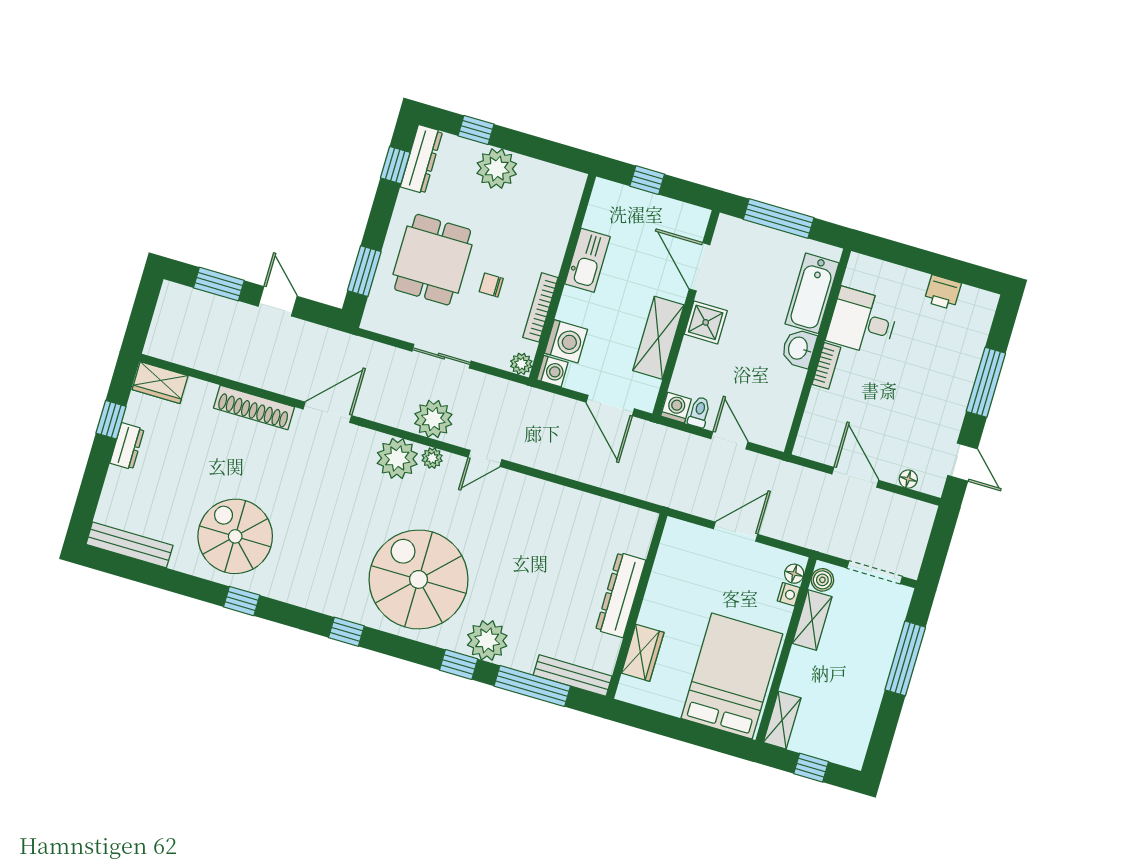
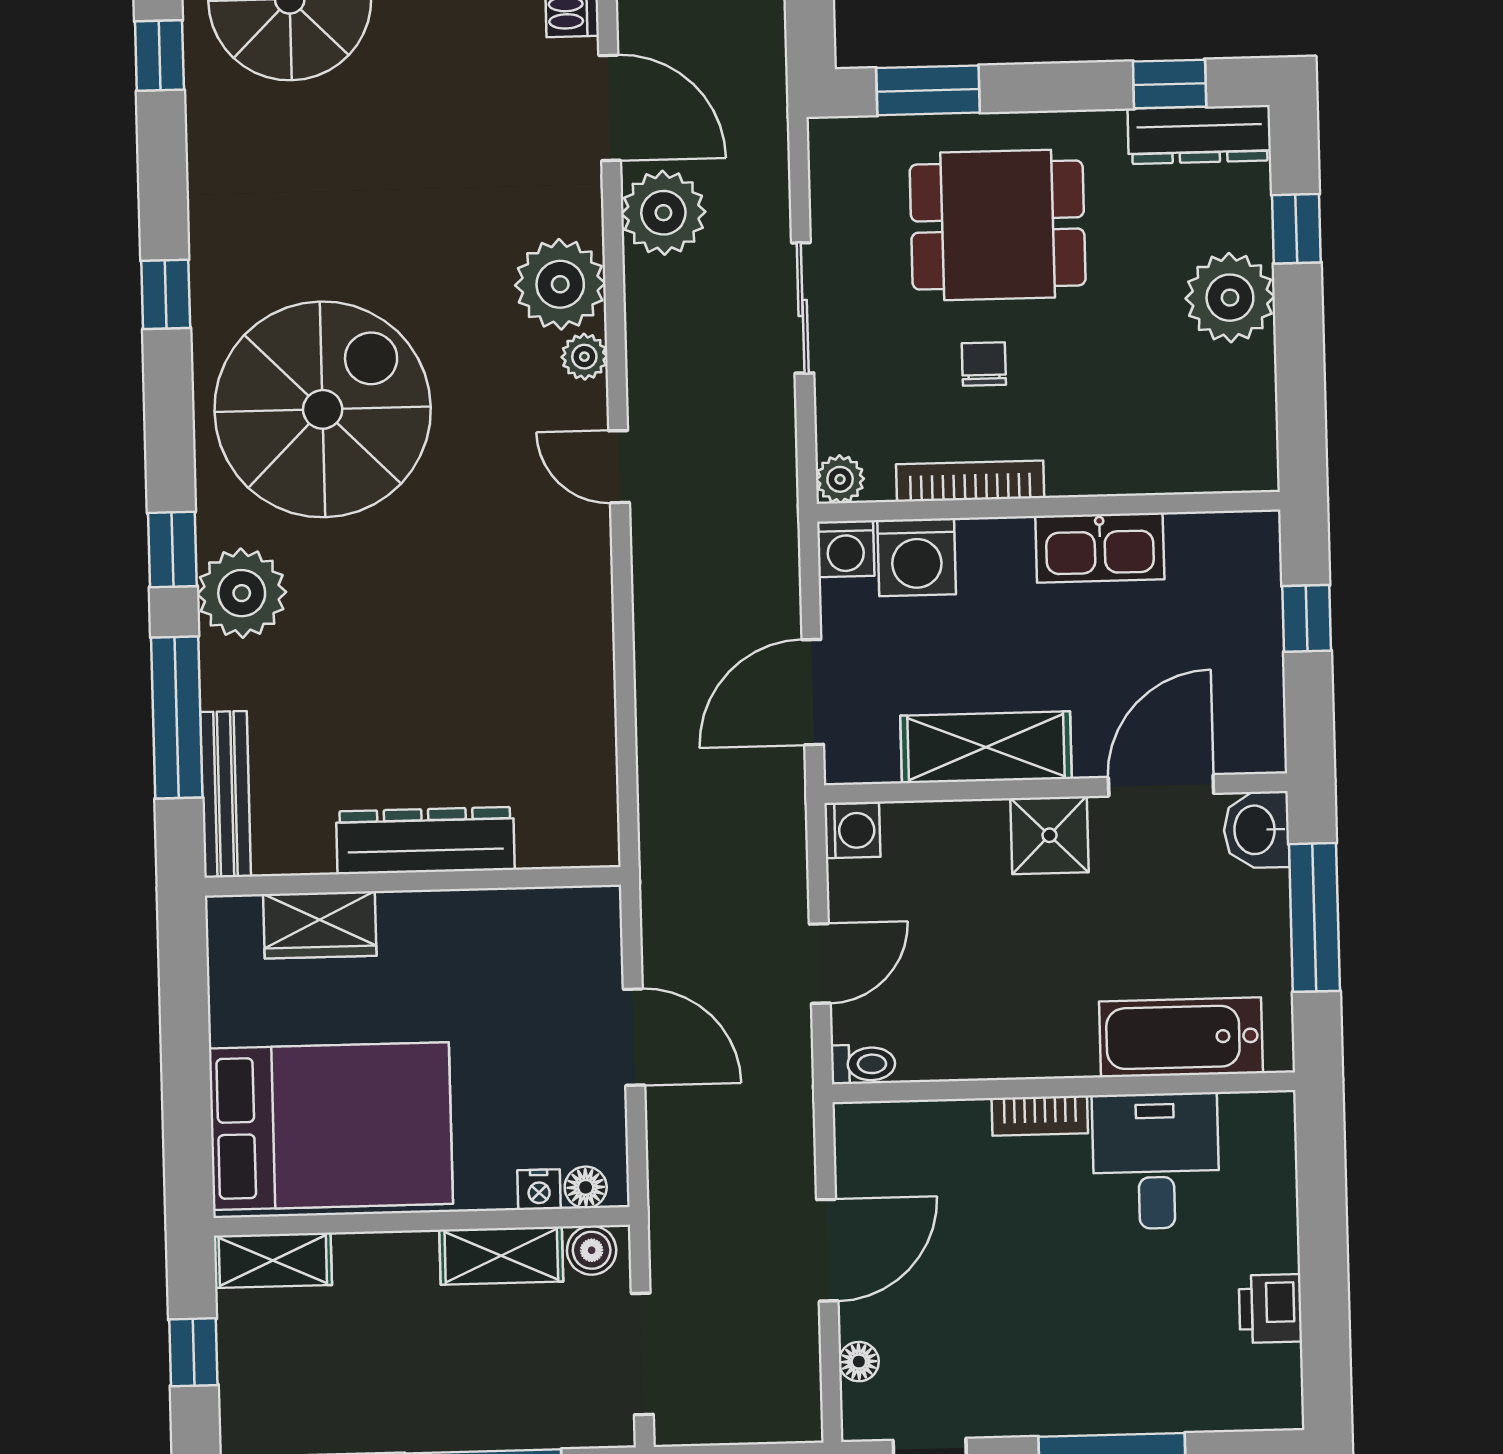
washbasin: (799, 348) -> (1256, 830), moved, turned -90
toilet: (699, 412) -> (863, 1064), moved
plant: (433, 419) -> (663, 213), moved

